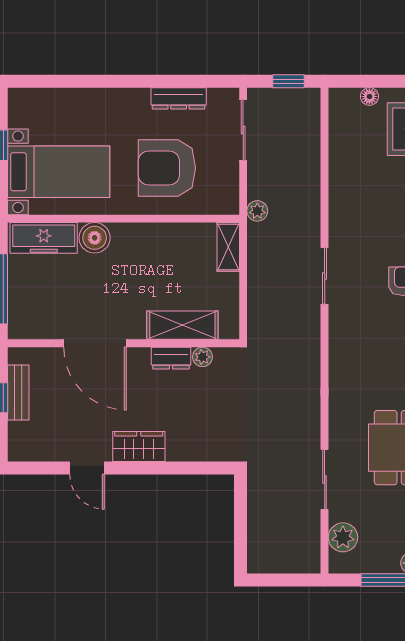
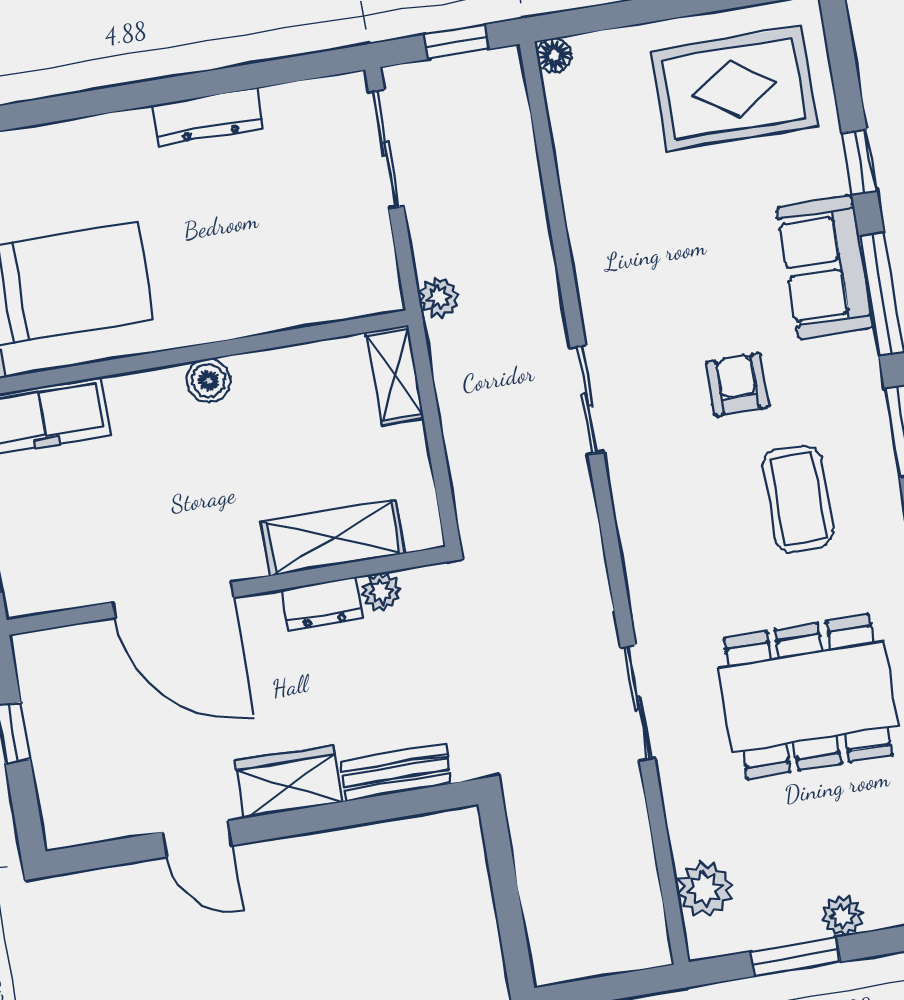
floor lamp: (369, 96) -> (554, 55), moved
dresser: (179, 98) -> (208, 117), moved
armchair: (167, 168) -> (254, 245), removed
boiler: (95, 238) -> (209, 380), moved, width x0.73, depth x0.73
bench: (18, 392) -> (396, 773), moved, turned 90
sliding door: (325, 480) -> (638, 703), moved

